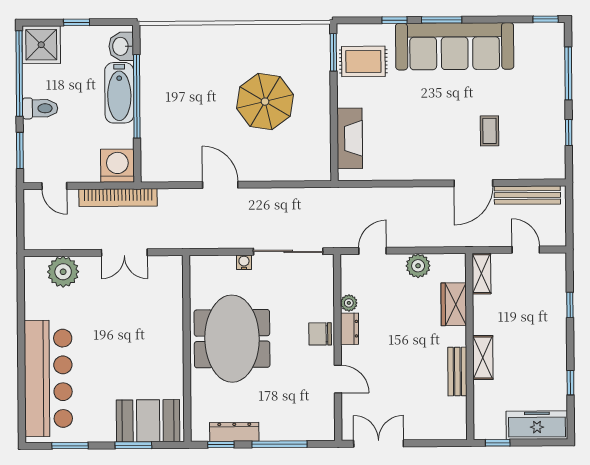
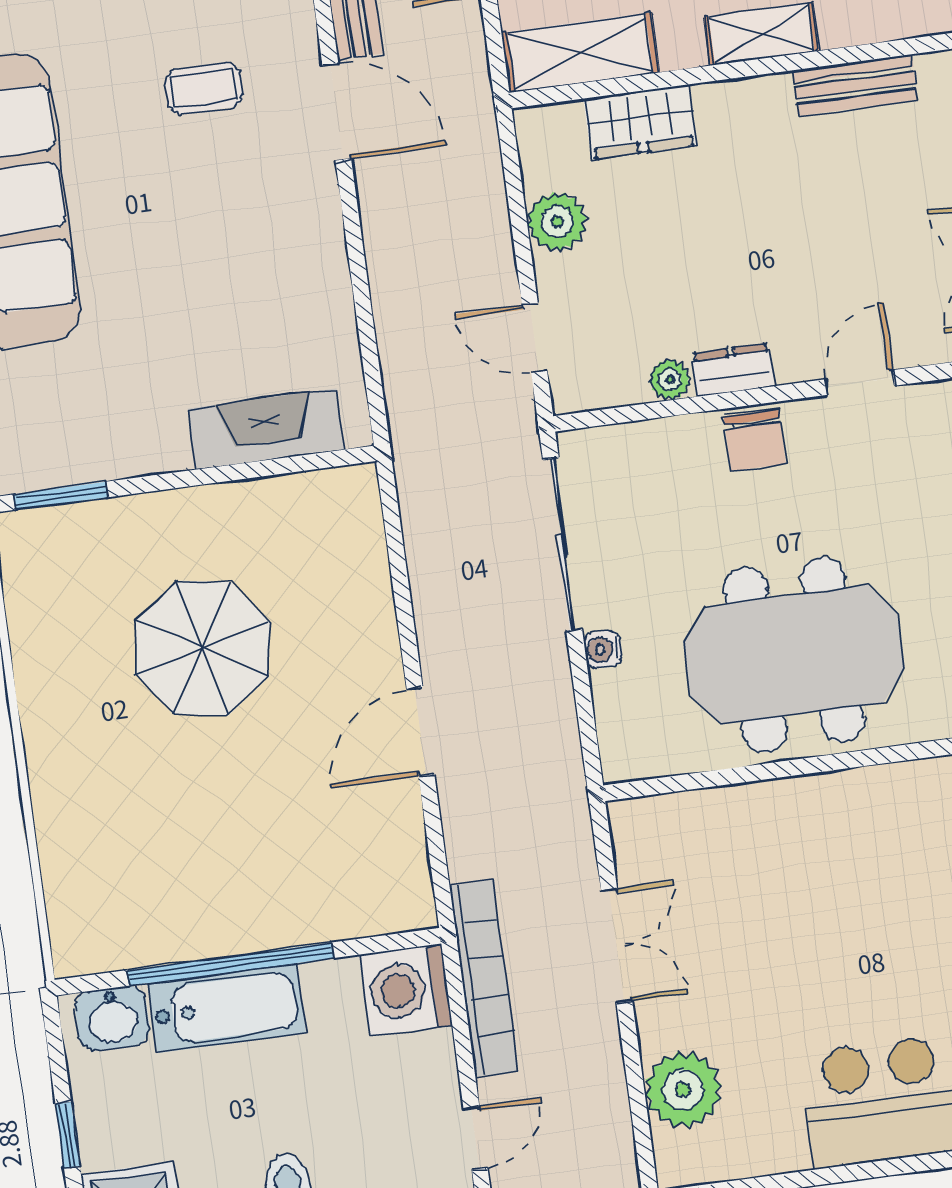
rug: (363, 61) -> (73, 420), removed
shelving: (481, 274) -> (580, 53), width x1.50, depth x1.33
bench: (457, 372) -> (855, 85), moved

